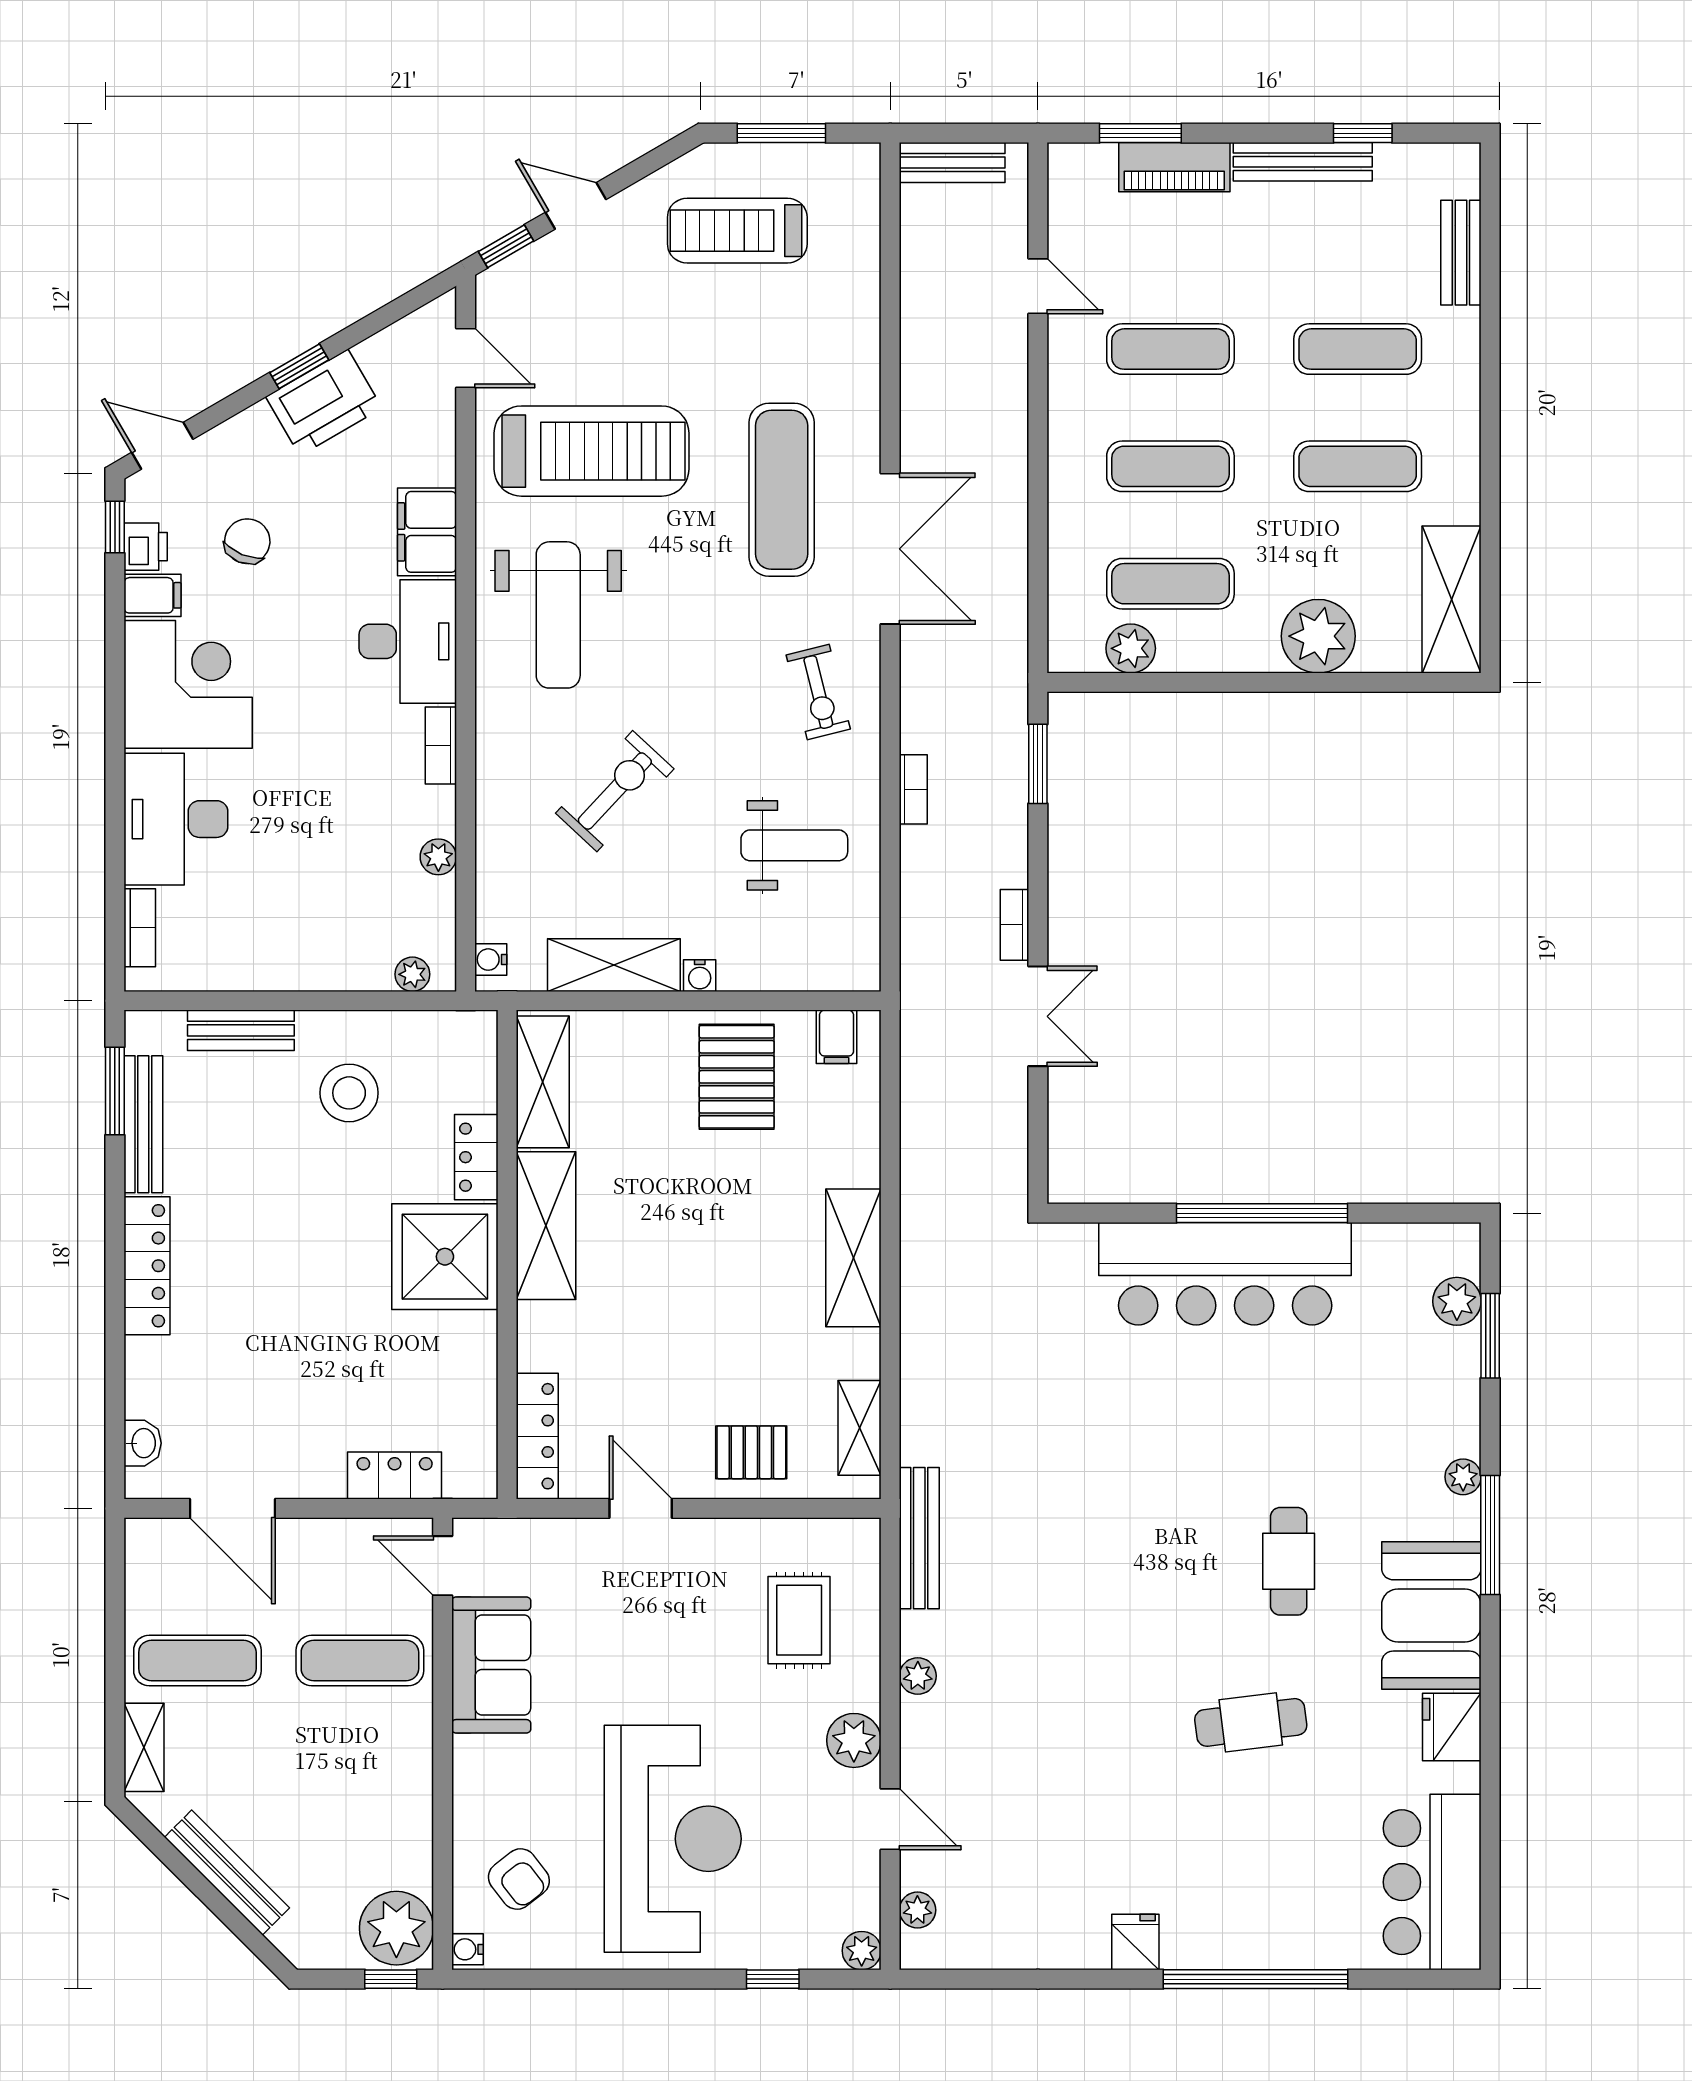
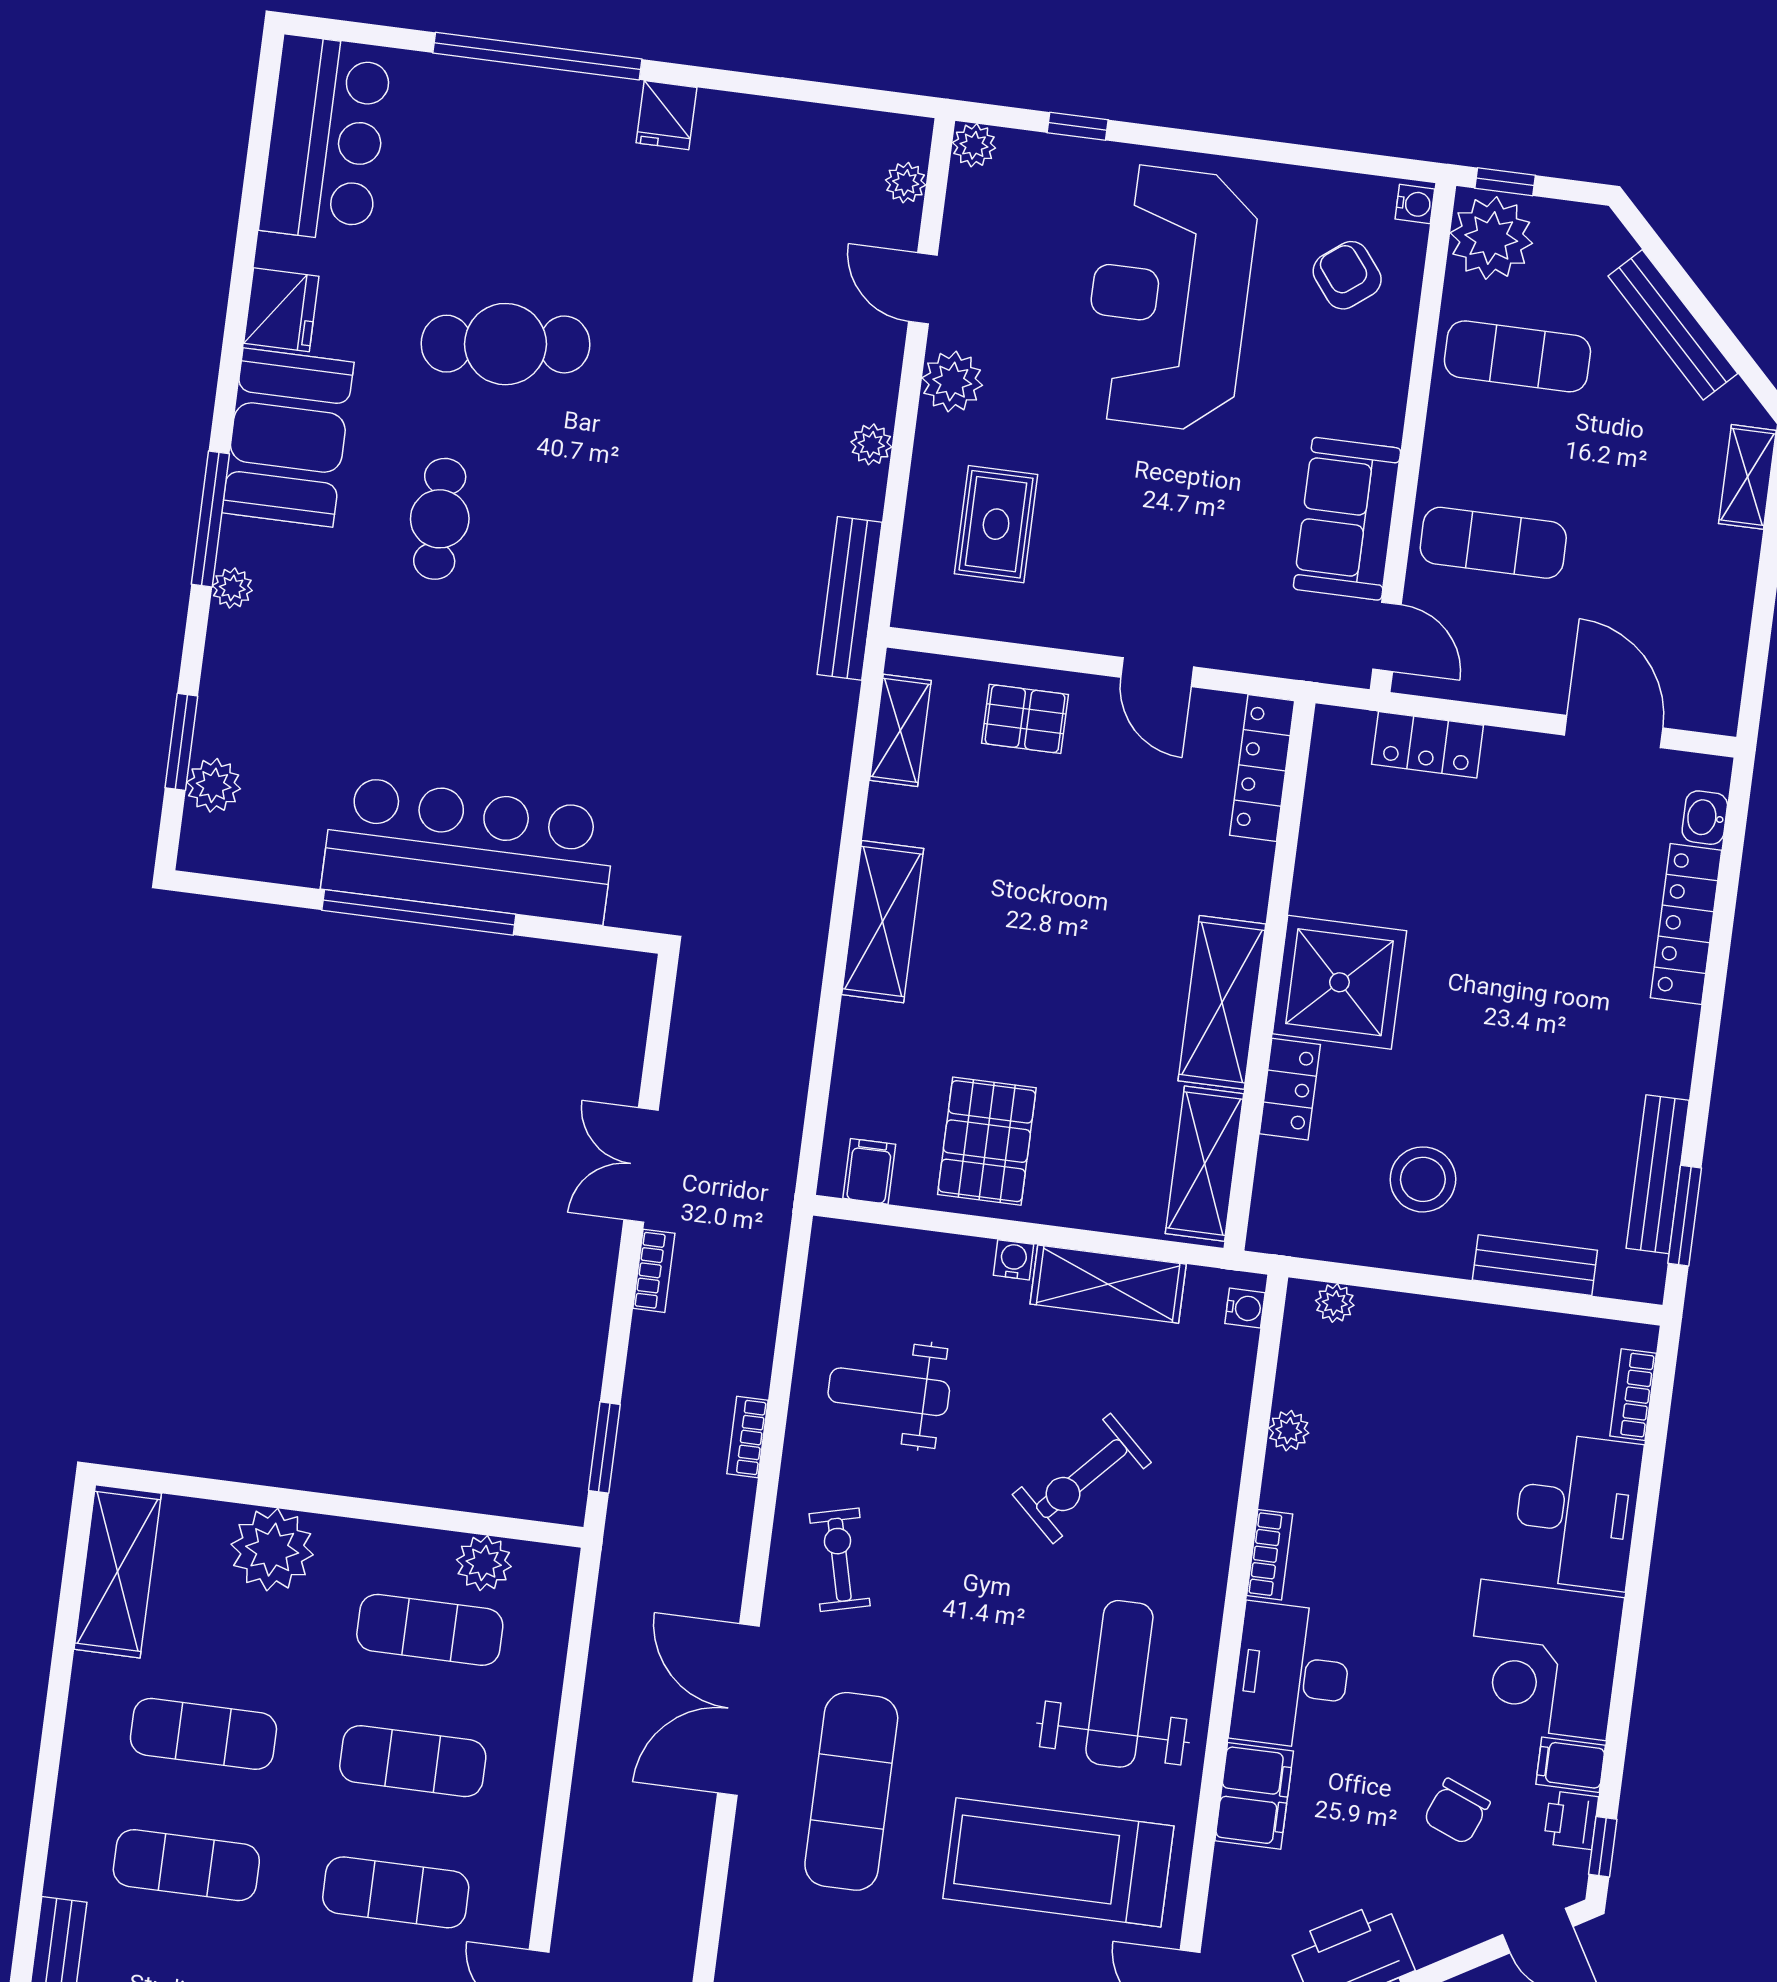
locker: (147, 1266) -> (1686, 924), moved
exercise mat: (197, 1661) -> (1517, 356), moved
cafe table: (1251, 1722) -> (505, 344), width x1.37, depth x1.35

